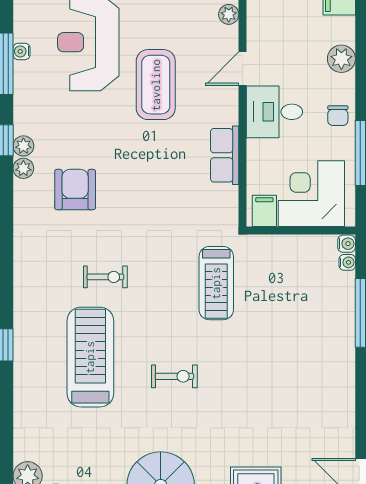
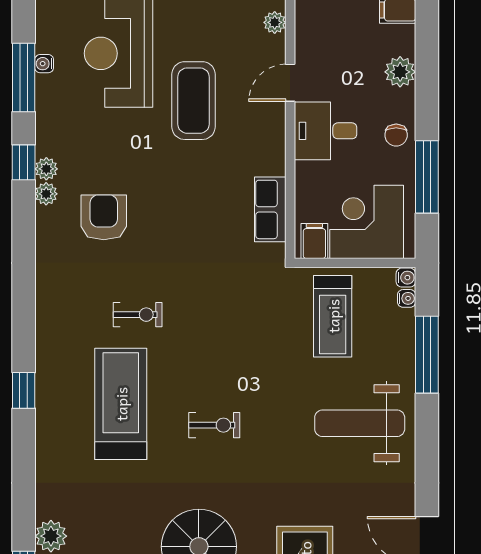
row of seats: (225, 155) -> (270, 209), moved
treadmill: (216, 283) -> (333, 316), moved
weight bench: (305, 375) -> (360, 423), added

